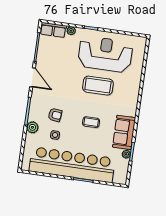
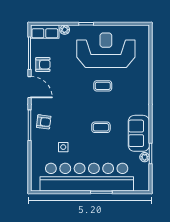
armchair: (47, 59) -> (43, 65), added
coffee table: (98, 86) -> (103, 86), width x0.54, depth x0.58
armchair: (55, 115) -> (44, 122), moved
plant: (32, 127) -> (37, 142), removed

